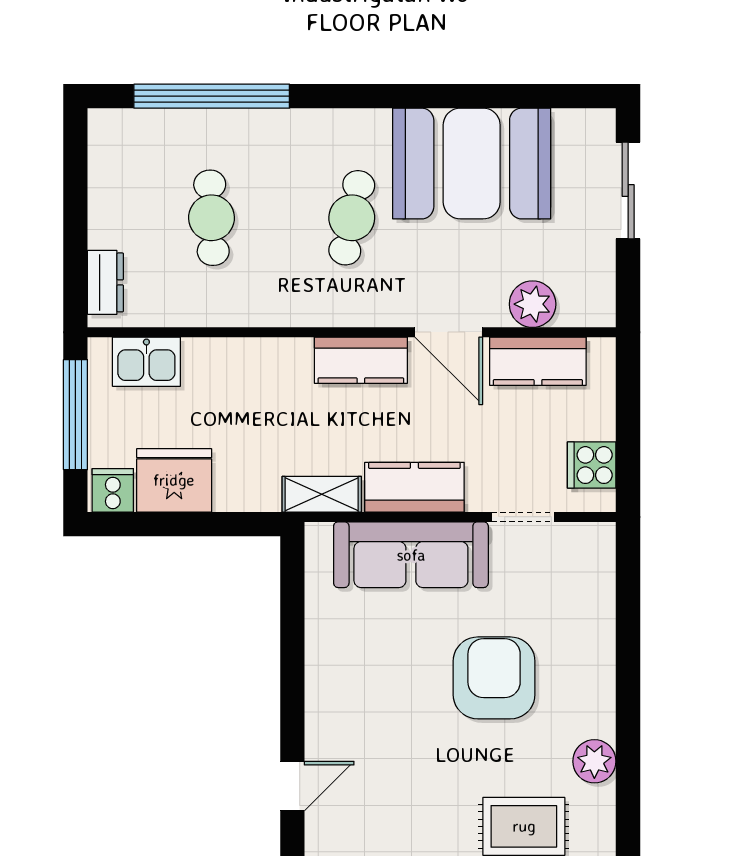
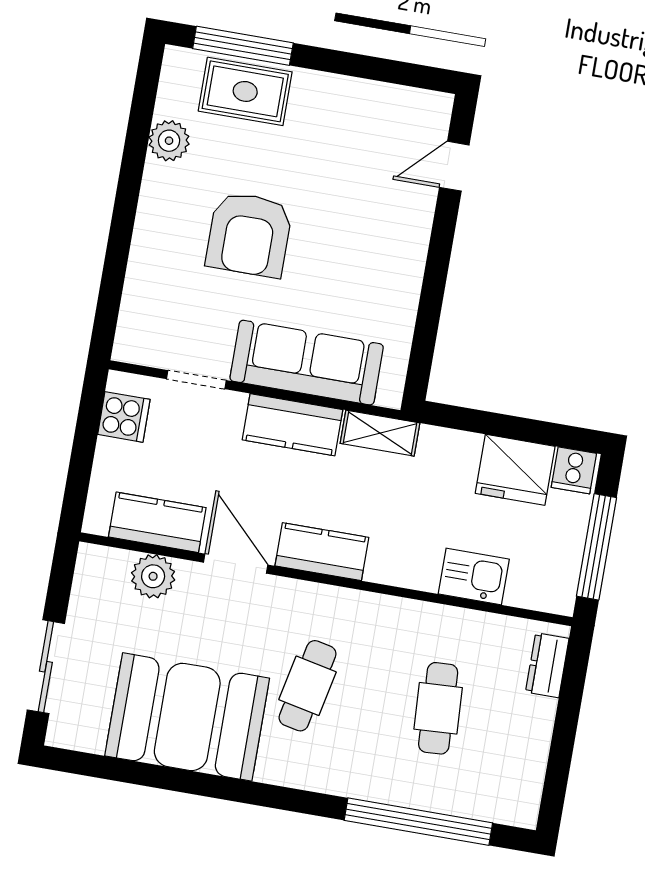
kitchen sink: (146, 362) -> (474, 576), moved

